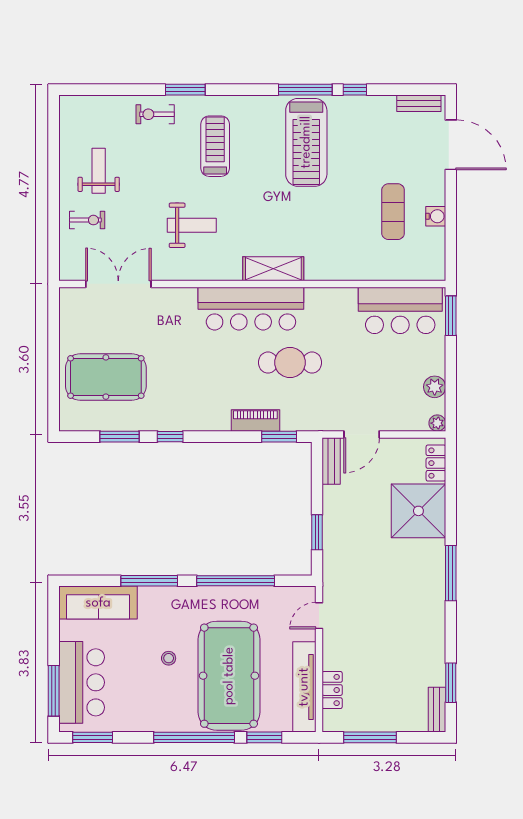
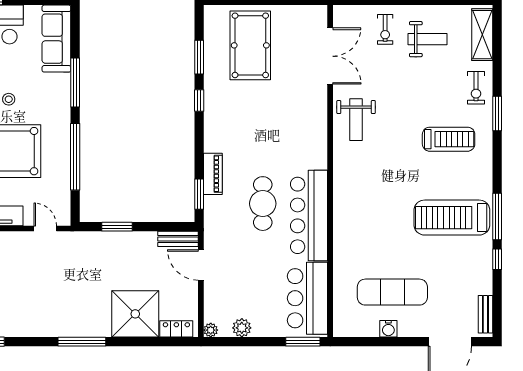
exercise bike: (155, 114) -> (476, 88), turned 180
exercise mat: (393, 212) -> (392, 292), width x1.36, depth x1.45
weight bench: (192, 225) -> (356, 120), moved
shelving: (273, 269) -> (482, 35), moved
bar counter: (251, 309) -> (309, 215), moved

